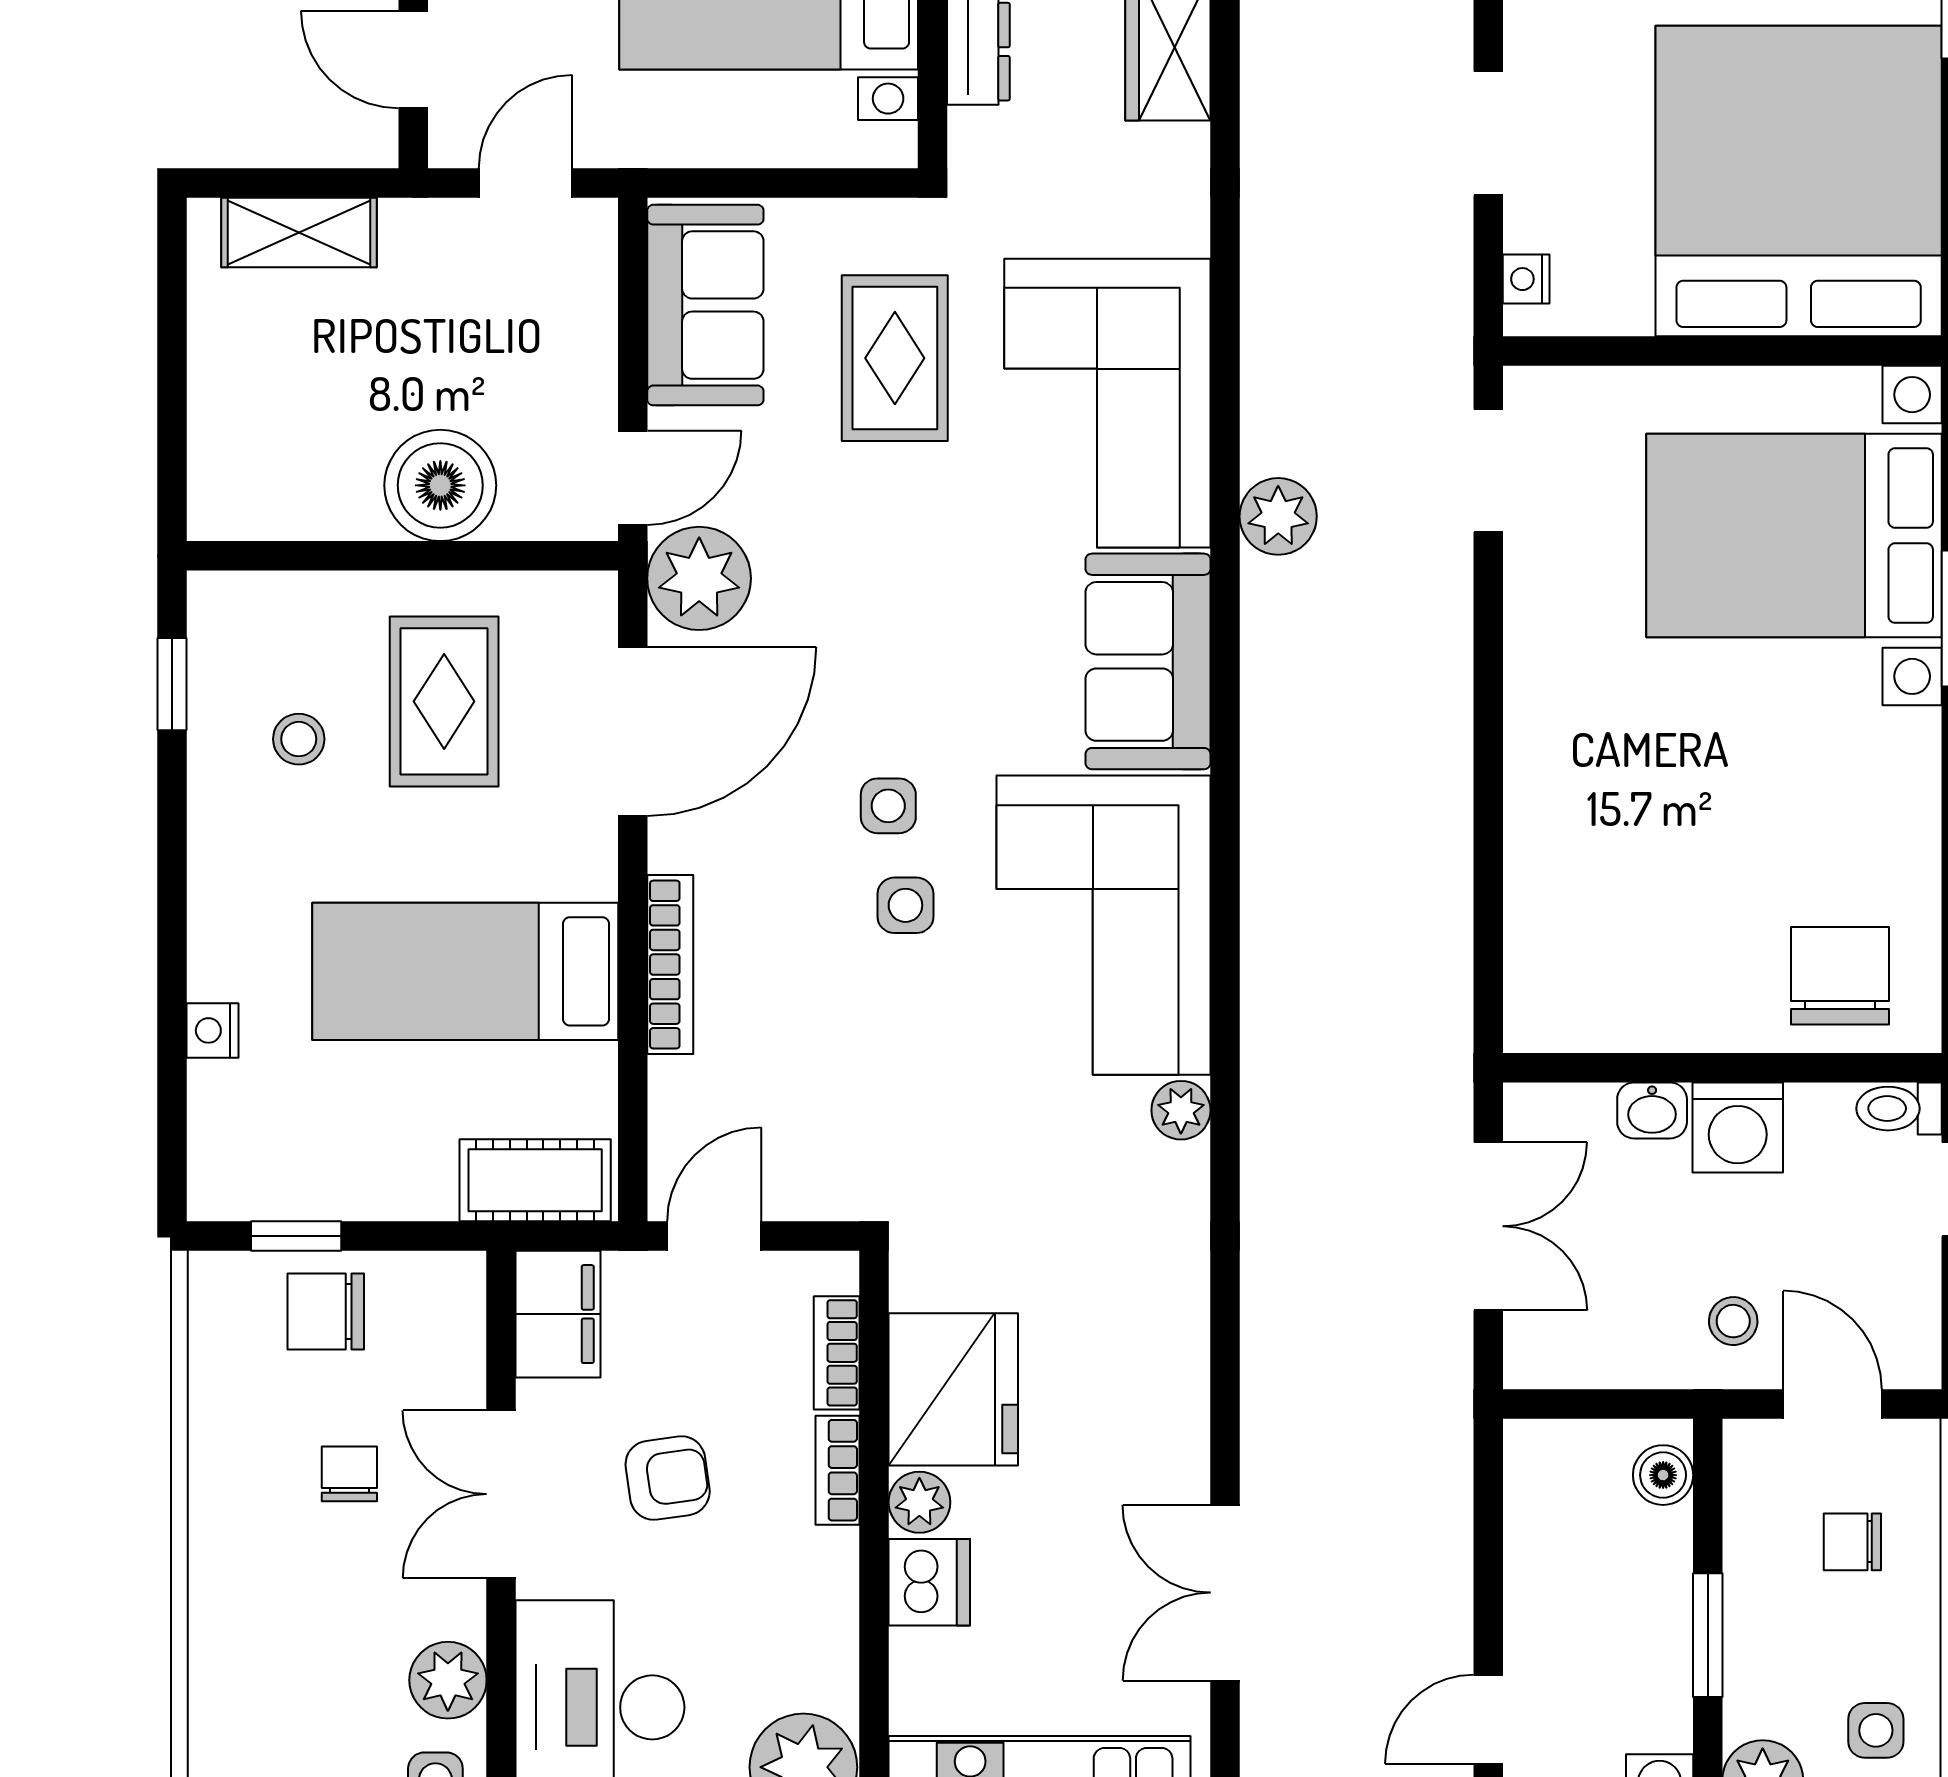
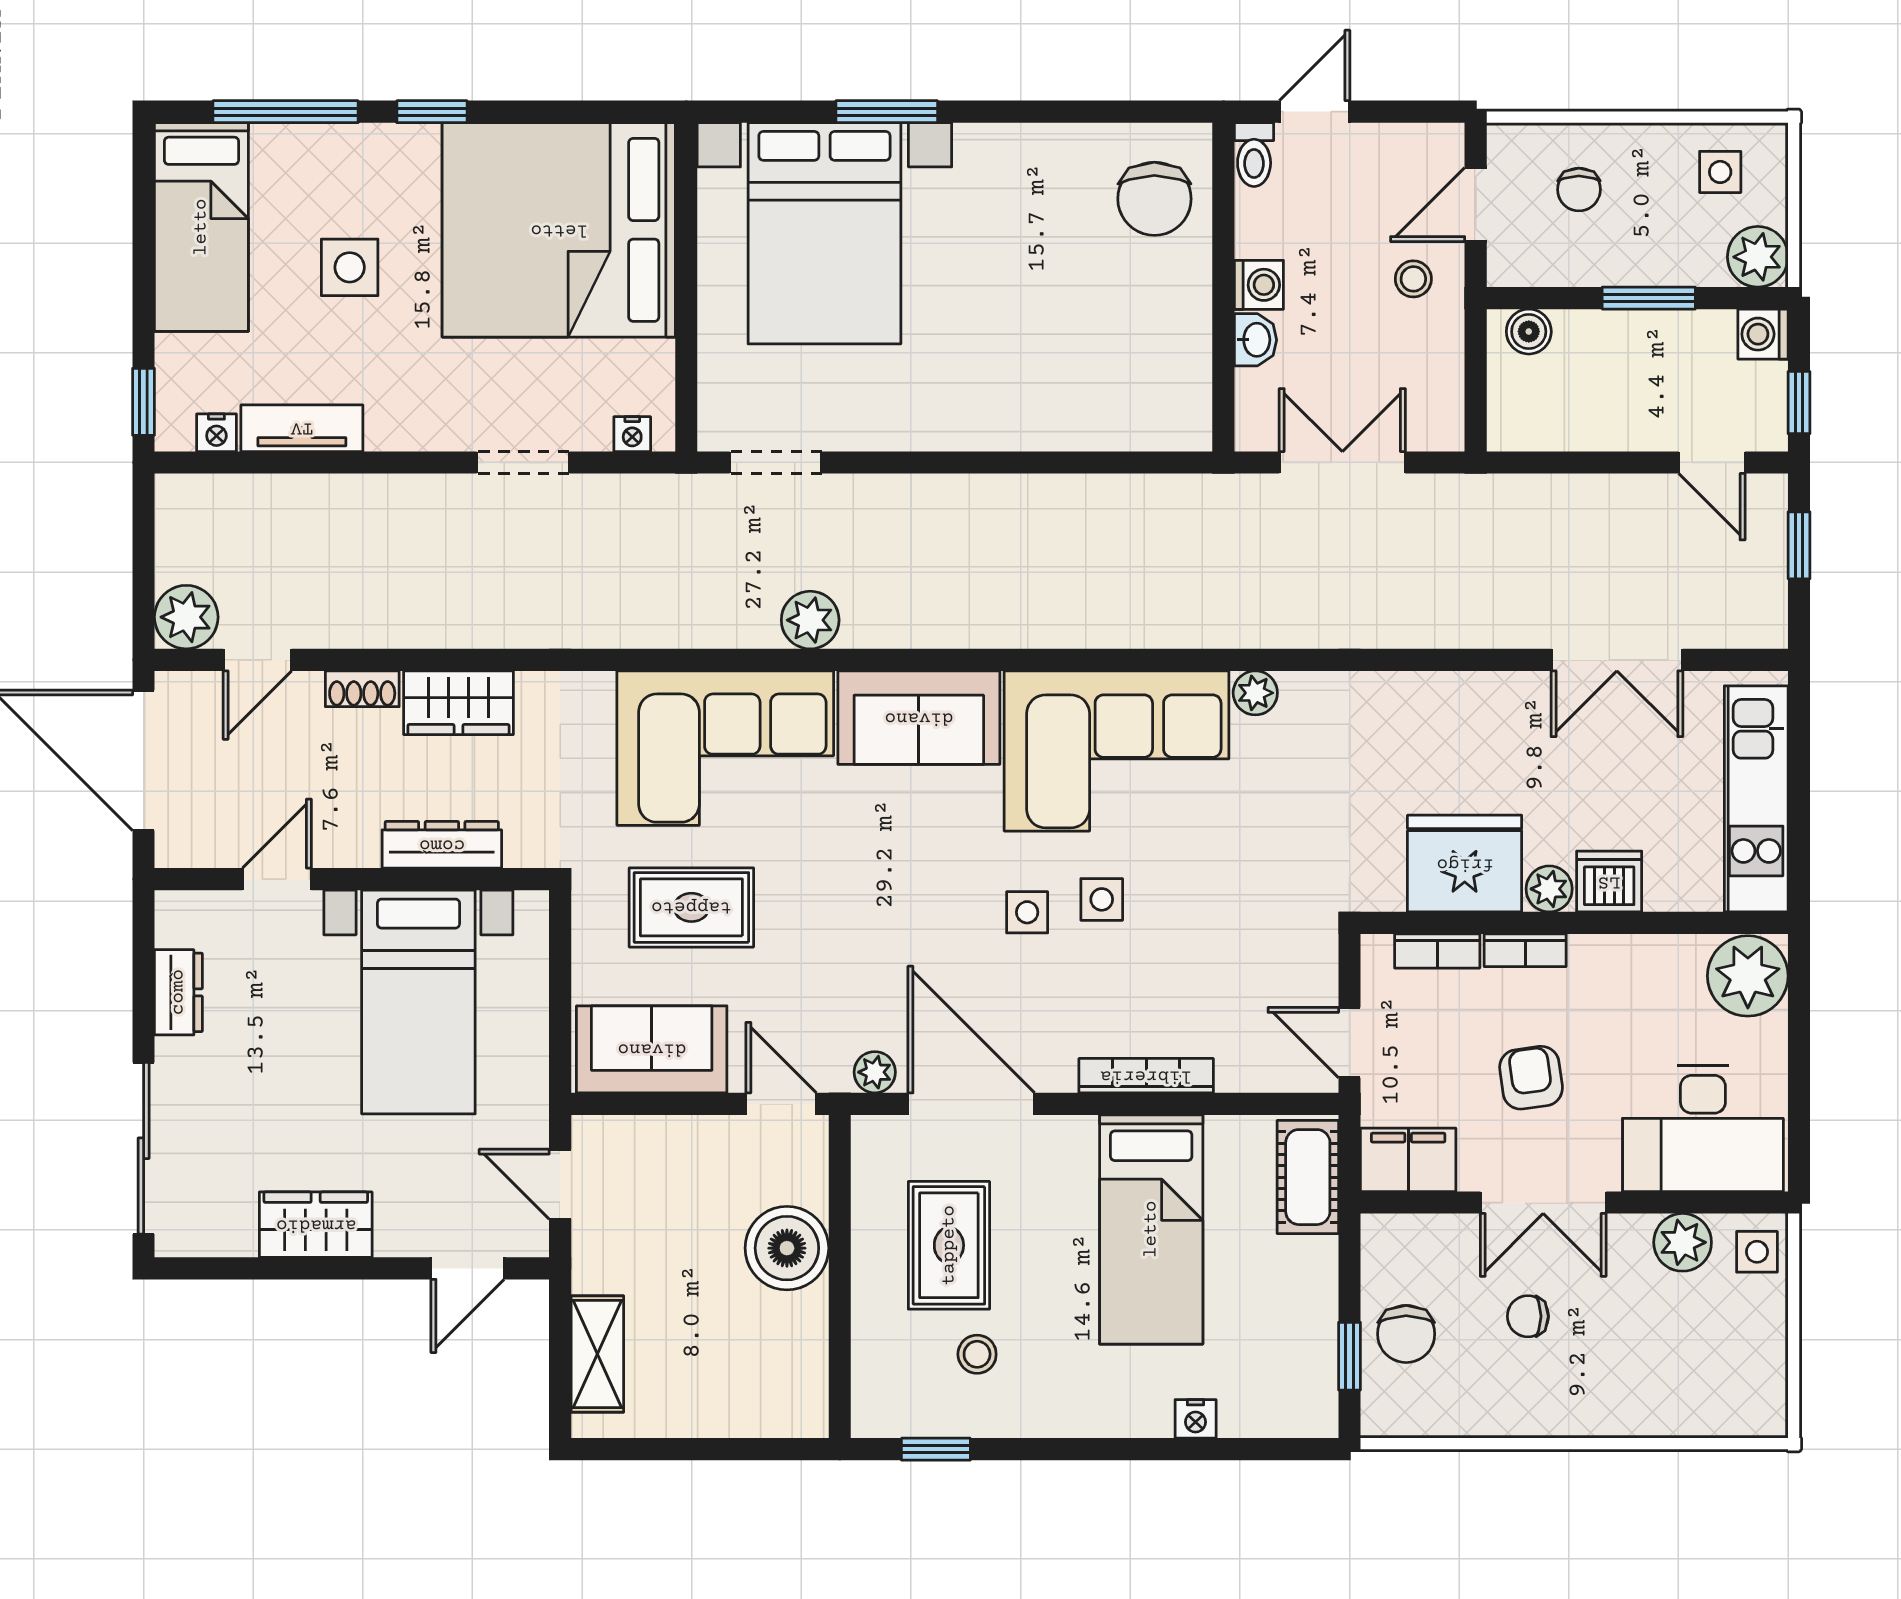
plant: (699, 578) -> (875, 1072), width x0.53, depth x0.53
rug: (444, 701) -> (949, 1245), turned 90
chair: (1840, 976) -> (1154, 199), turned -90
washing machine: (1738, 1127) -> (1259, 285), width x0.73, depth x0.73

